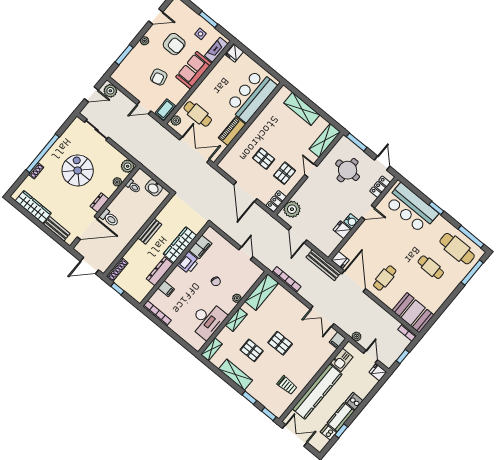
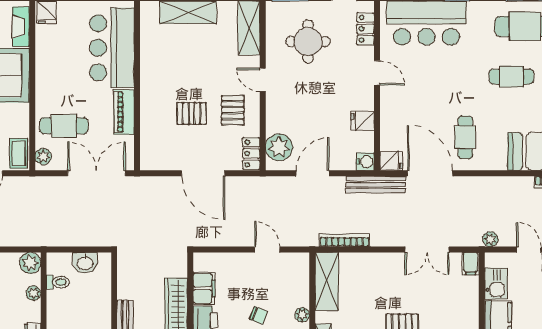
door: (368, 212) -> (377, 73), hinge flipped
water cooler: (351, 221) -> (365, 162), moved
door: (298, 235) -> (313, 173), swing flipped

